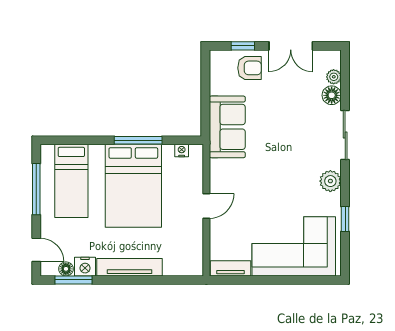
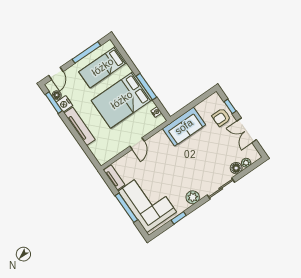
armchair: (250, 68) -> (221, 117), turned 90
door: (206, 206) -> (137, 144), hinge flipped
window: (283, 280) -> (126, 208), added

